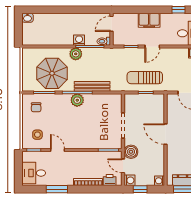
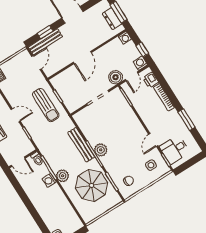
desk: (34, 173) -> (175, 150), moved, turned 90

